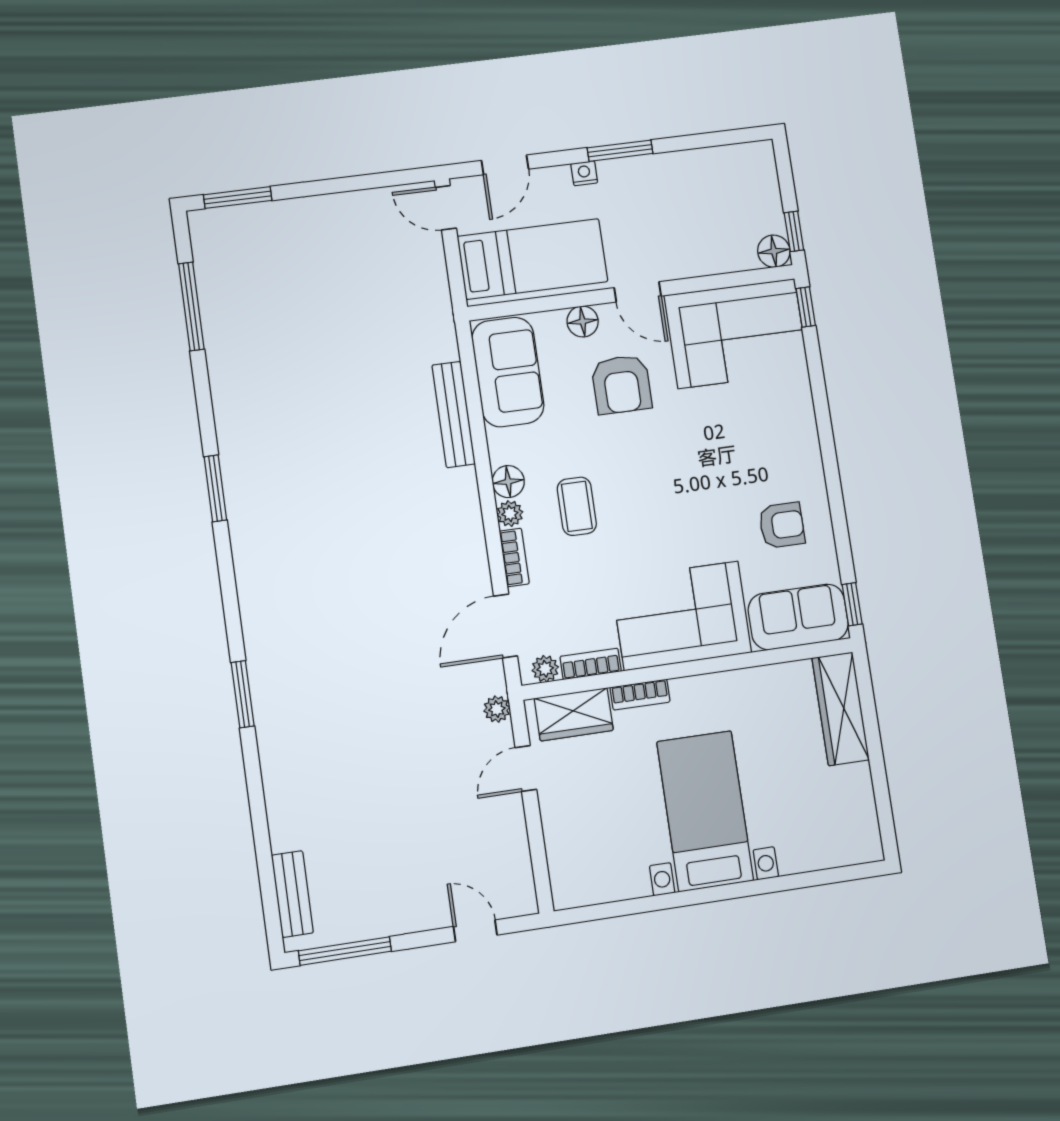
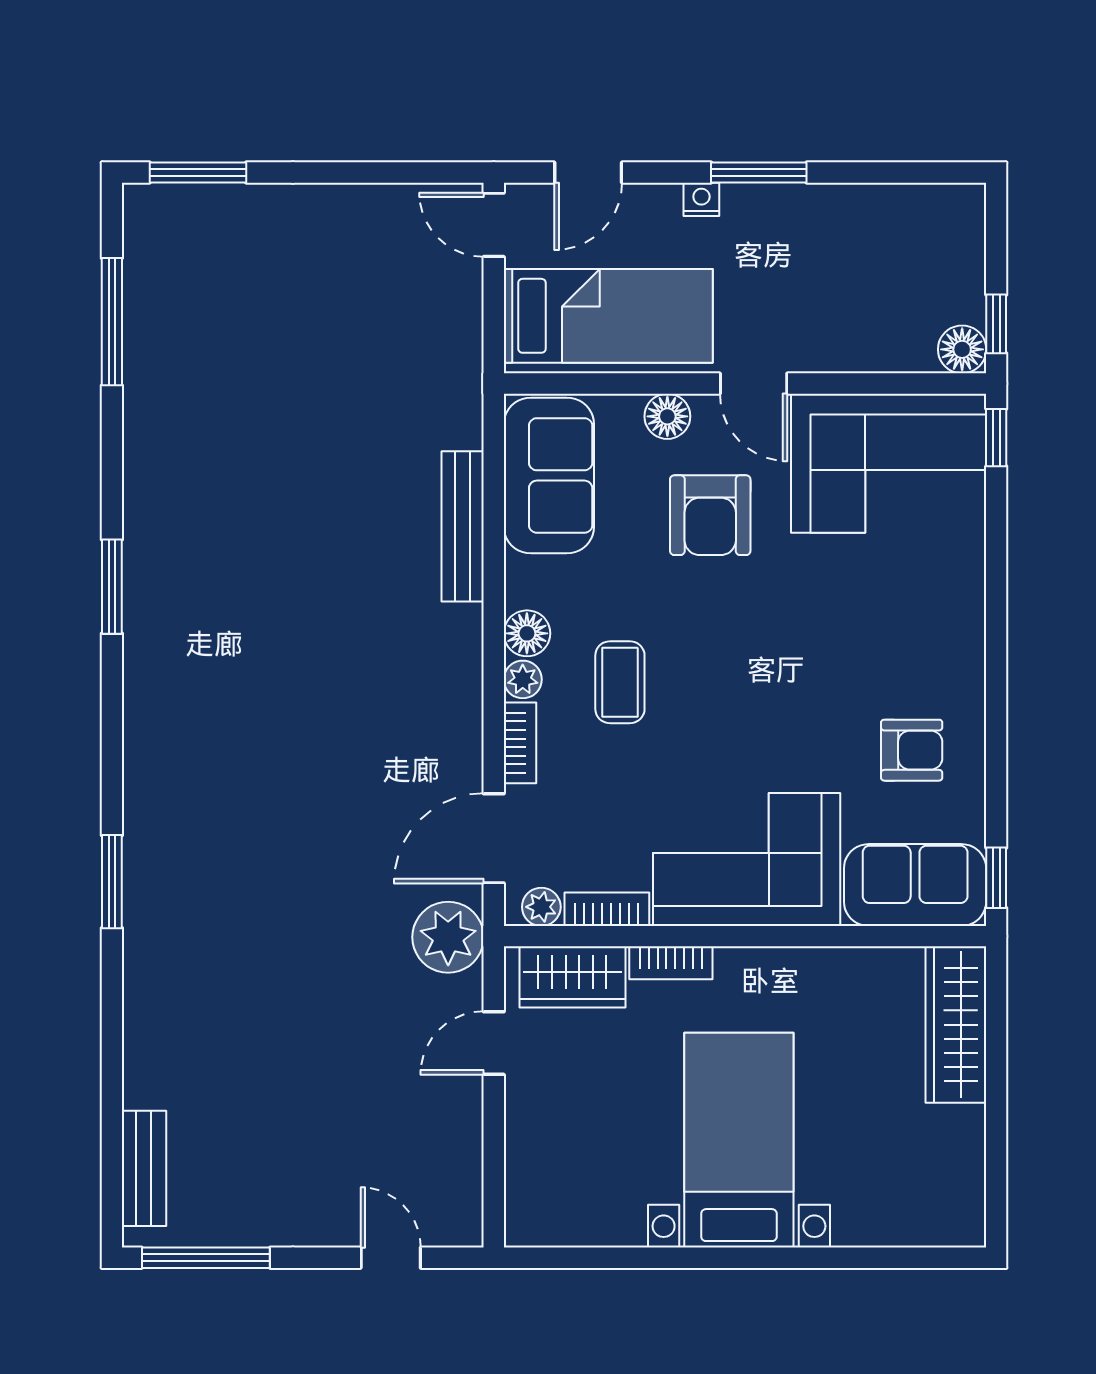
plant: (497, 709) -> (448, 937), width x1.88, depth x1.88

